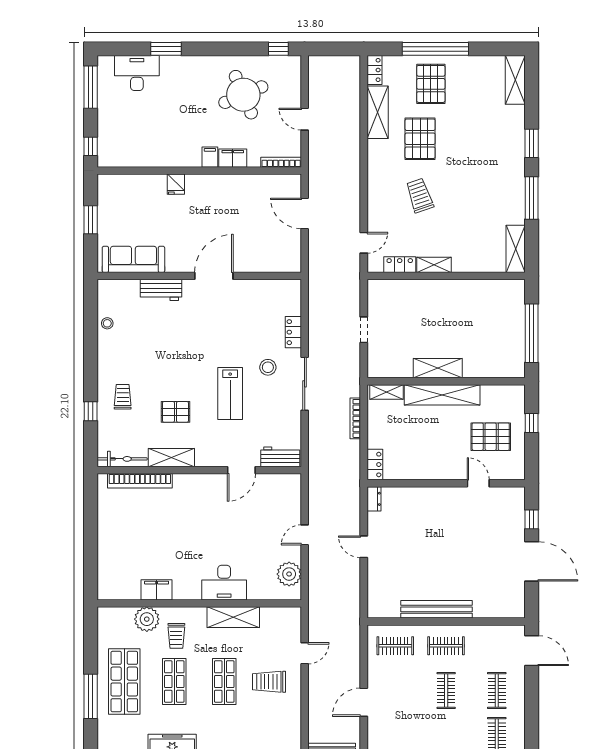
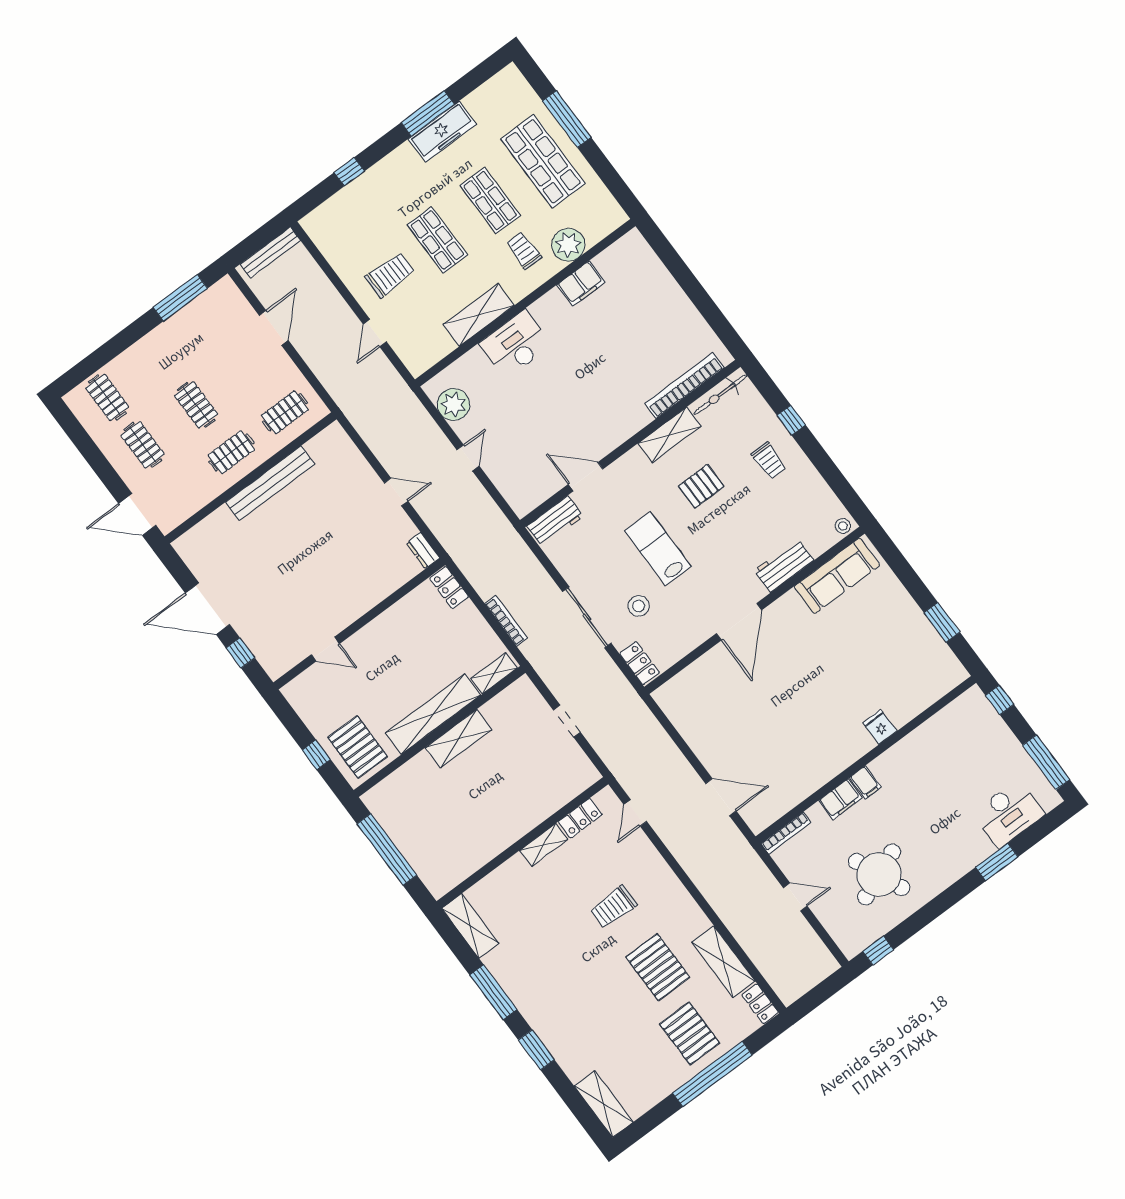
trolley: (420, 195) -> (614, 907), turned 109
sofa: (133, 259) -> (837, 576), moved
wall: (199, 276) -> (754, 610), moved
door: (214, 276) -> (739, 622), moved
workbench: (161, 290) -> (784, 565), moved
pallet: (491, 437) -> (358, 747), moved, turned 90
door: (241, 470) -> (586, 477), hinge flipped

